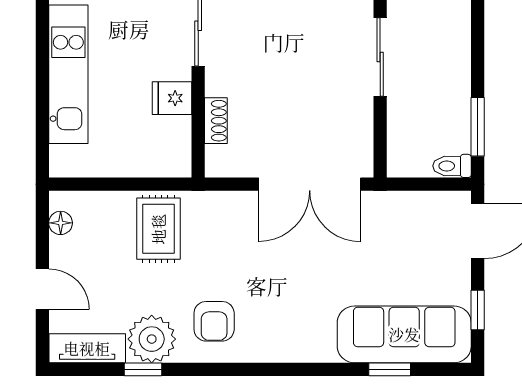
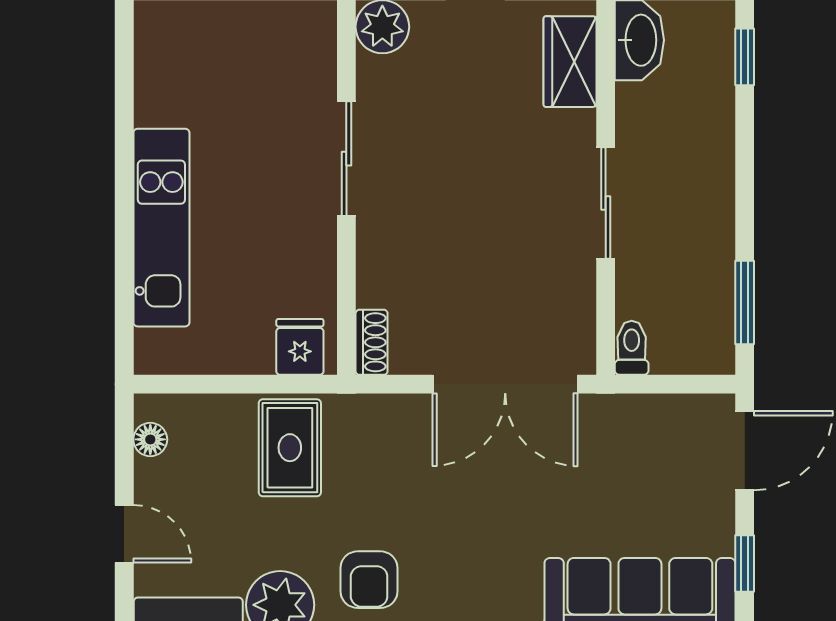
fridge: (172, 98) -> (300, 347), moved, turned 90
shoe rack: (216, 121) -> (372, 342), moved
toilet: (452, 166) -> (632, 348), moved, turned 90

